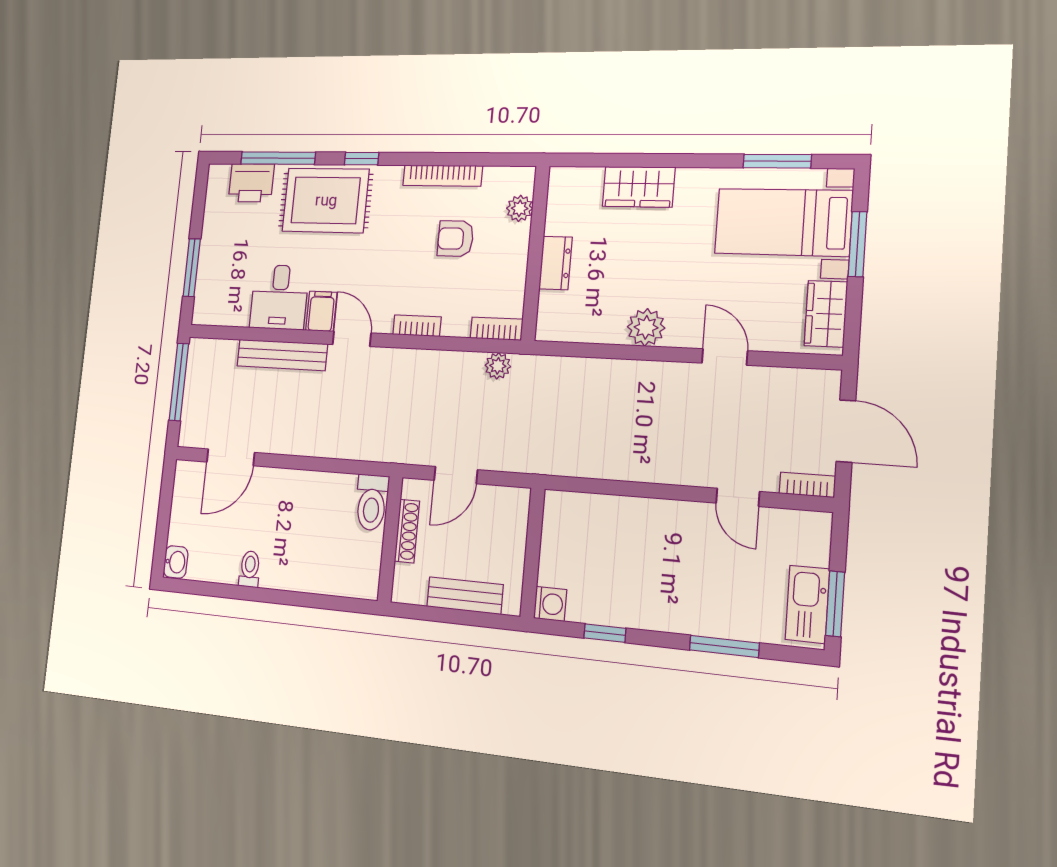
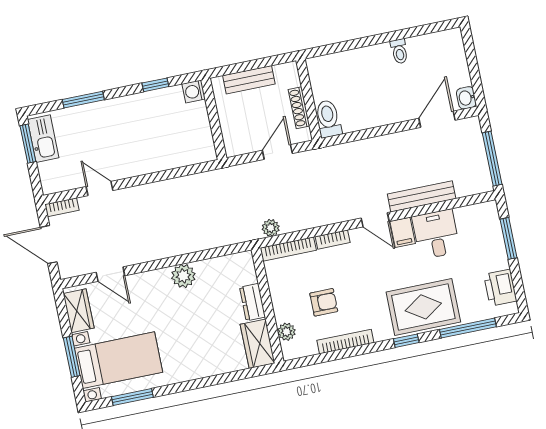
printer: (251, 183) -> (500, 288), moved, turned -90
wardrobe: (639, 187) -> (258, 344), moved, turned -90
bookcase: (497, 329) -> (288, 249), width x1.56
door: (725, 357) -> (110, 274), moved
washbasin: (176, 562) -> (466, 98), moved

